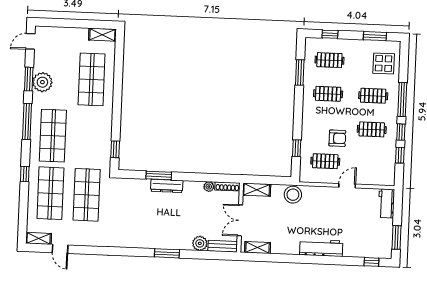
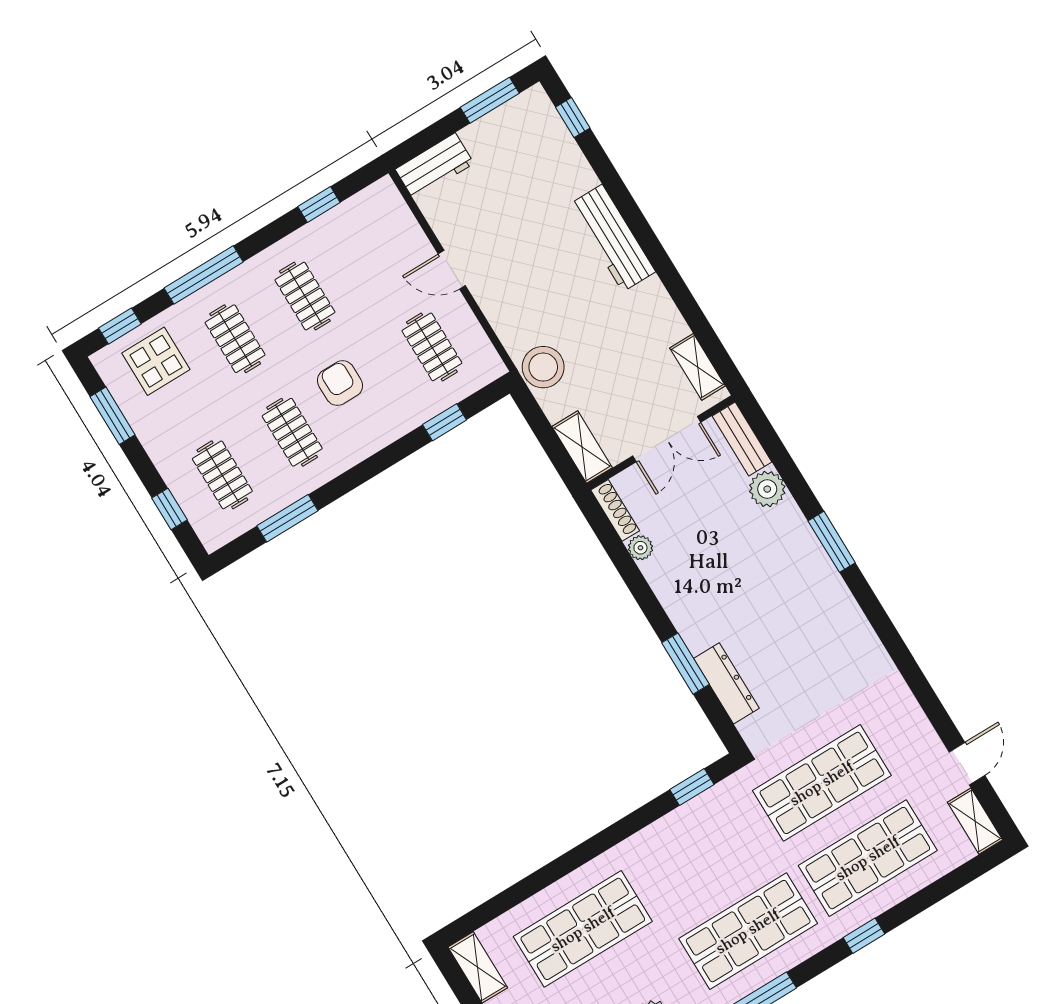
window: (401, 132) -> (120, 326), moved
armchair: (337, 138) -> (340, 383), moved
dresser: (167, 186) -> (726, 683), moved

